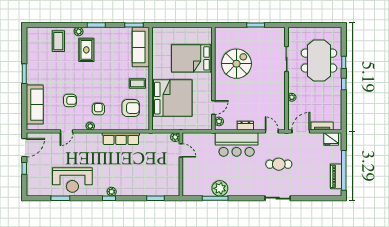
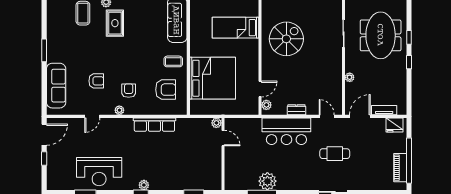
bed: (192, 58) -> (235, 28), width x0.67

